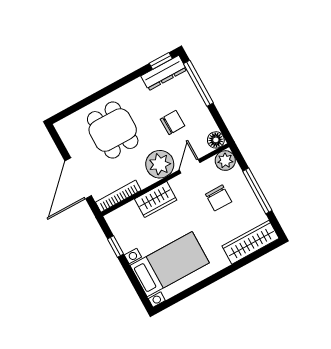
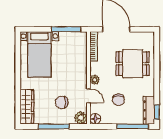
plant: (160, 164) -> (95, 80), width x0.53, depth x0.53
wardrobe: (156, 199) -> (80, 66), removed
window: (115, 246) -> (66, 29), width x2.17

